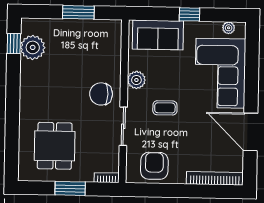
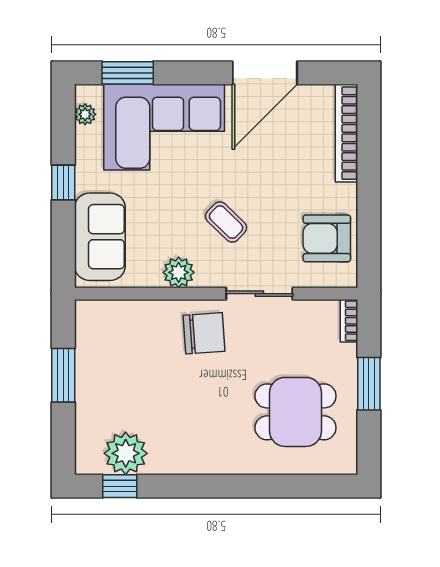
window: (252, 53) -> (128, 73), added
chair: (101, 94) -> (204, 333), turned -94
coffee table: (165, 108) -> (226, 222), turned -46

